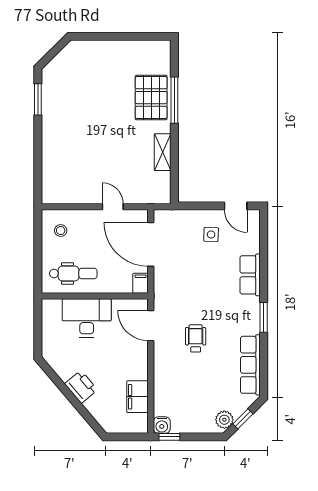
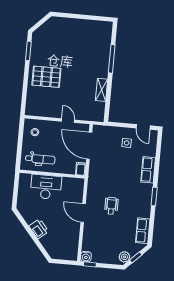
pallet: (151, 98) -> (46, 77), moved, turned 90
door: (151, 326) -> (83, 213), moved
row of seats: (250, 365) -> (143, 231), width x0.68
filing cabinet: (137, 397) -> (73, 238), removed

